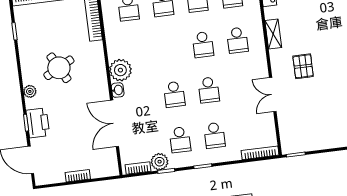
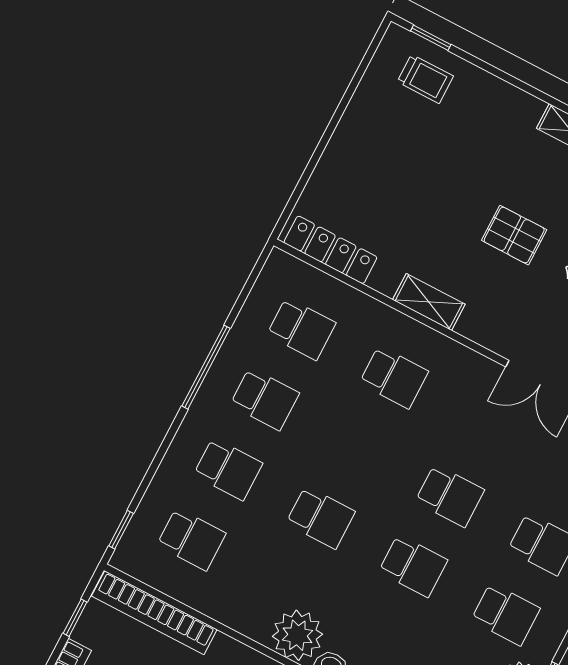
school desk: (203, 45) -> (321, 517), moved
pallet: (303, 66) -> (514, 235), moved

